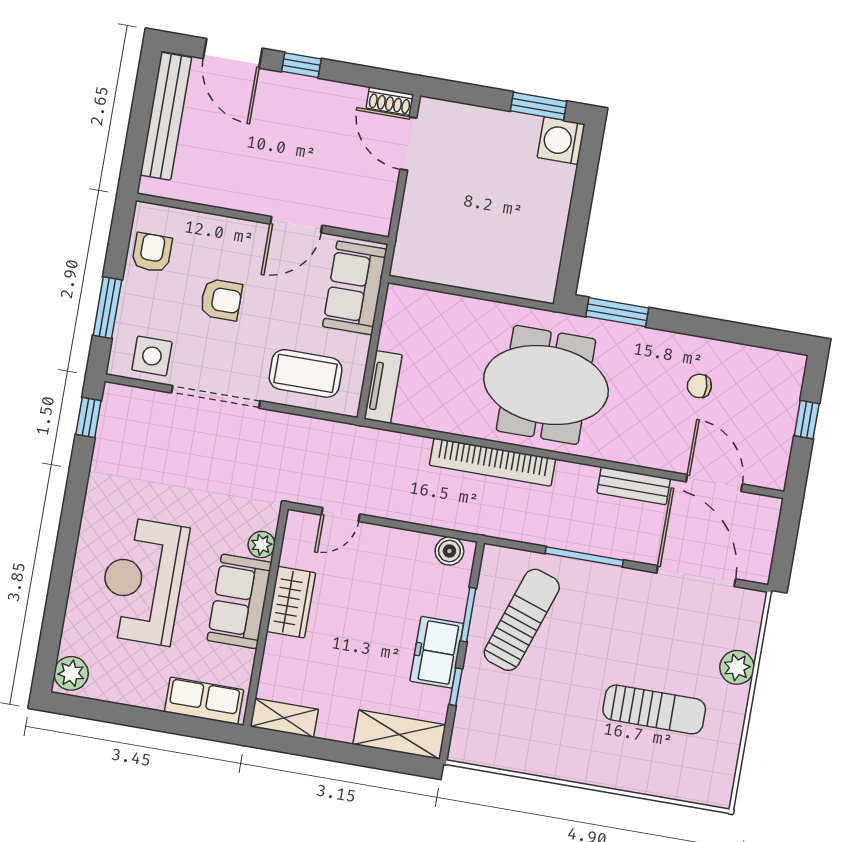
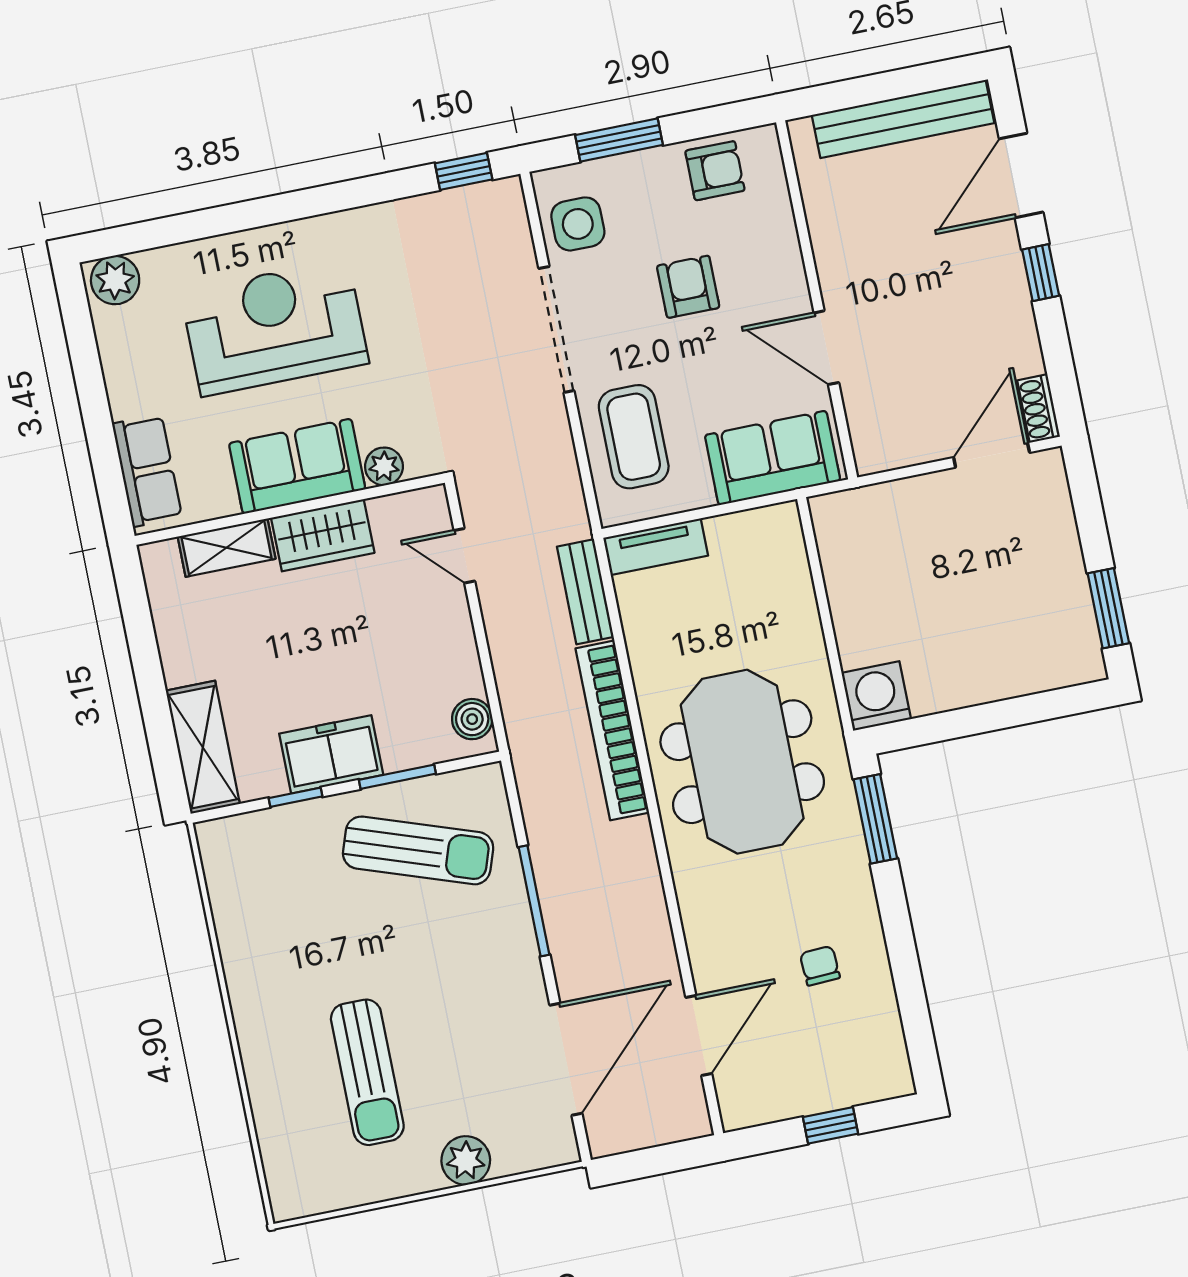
washing machine: (561, 141) -> (876, 696), moved
armchair: (221, 300) -> (688, 287), turned 180
bench: (634, 486) -> (585, 592), moved
shelving: (284, 718) -> (227, 548), moved, turned 90

